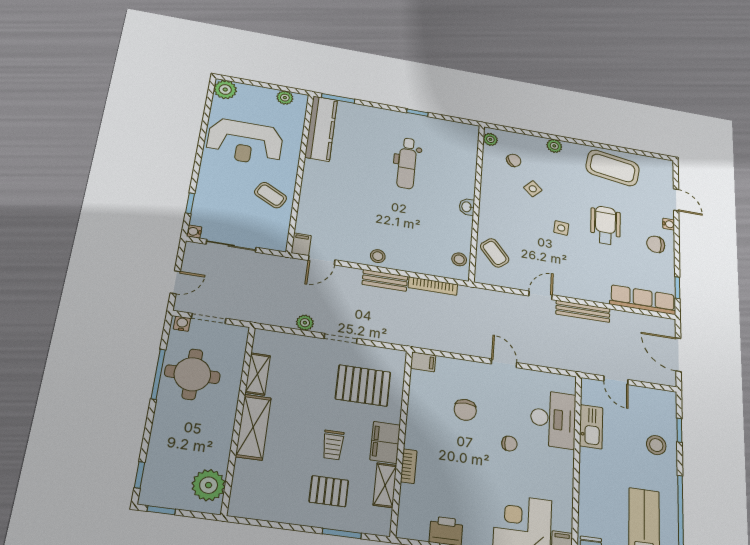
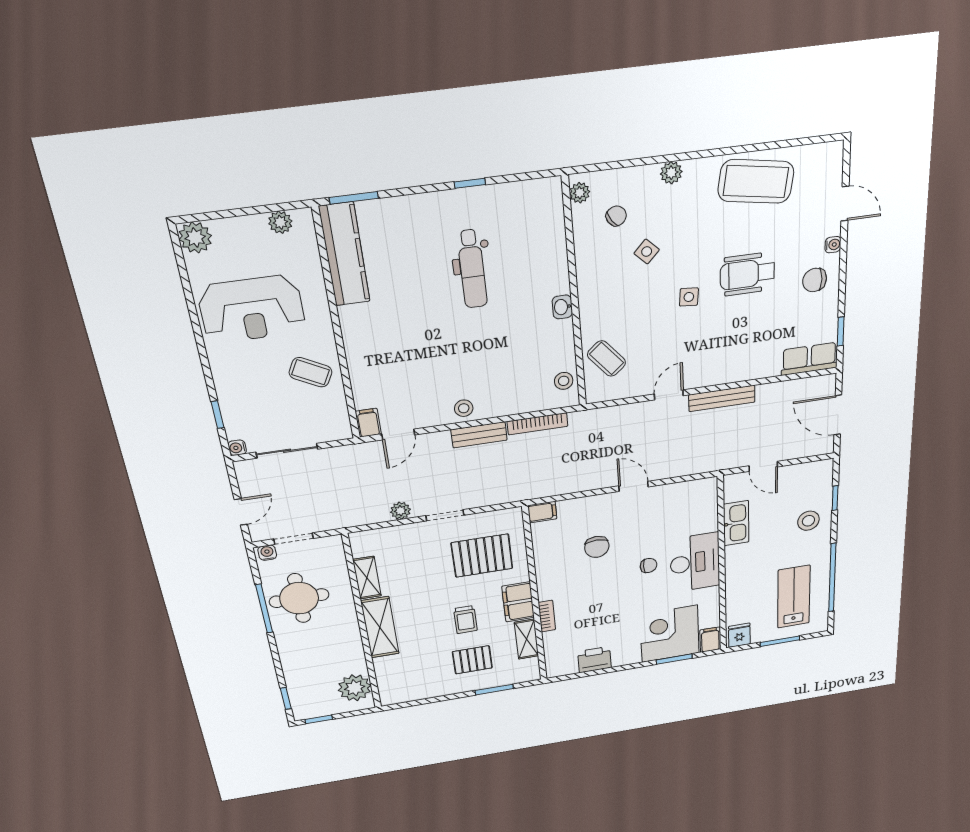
wheelchair: (605, 225) -> (747, 274), turned -90
row of seats: (643, 300) -> (809, 359), width x0.68
desk: (553, 419) -> (695, 562), moved

